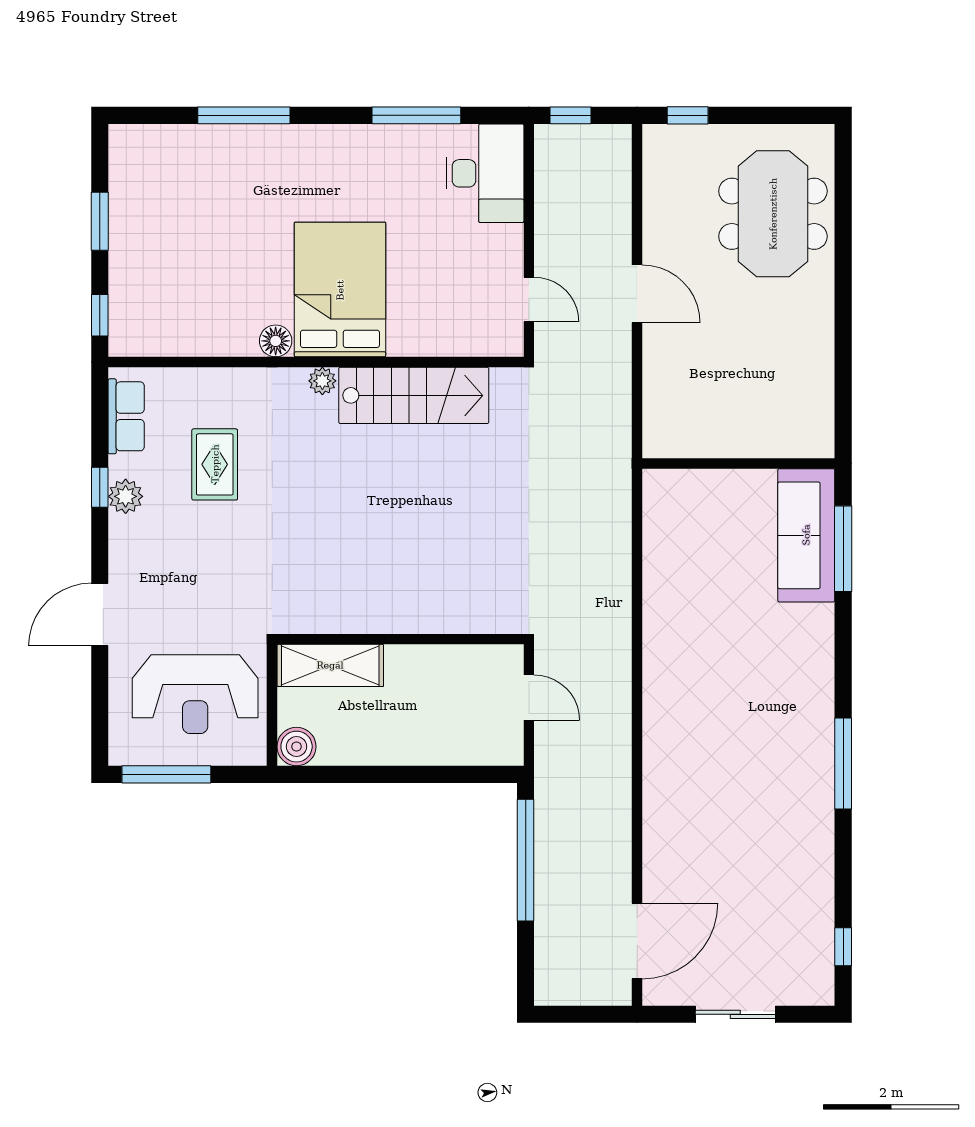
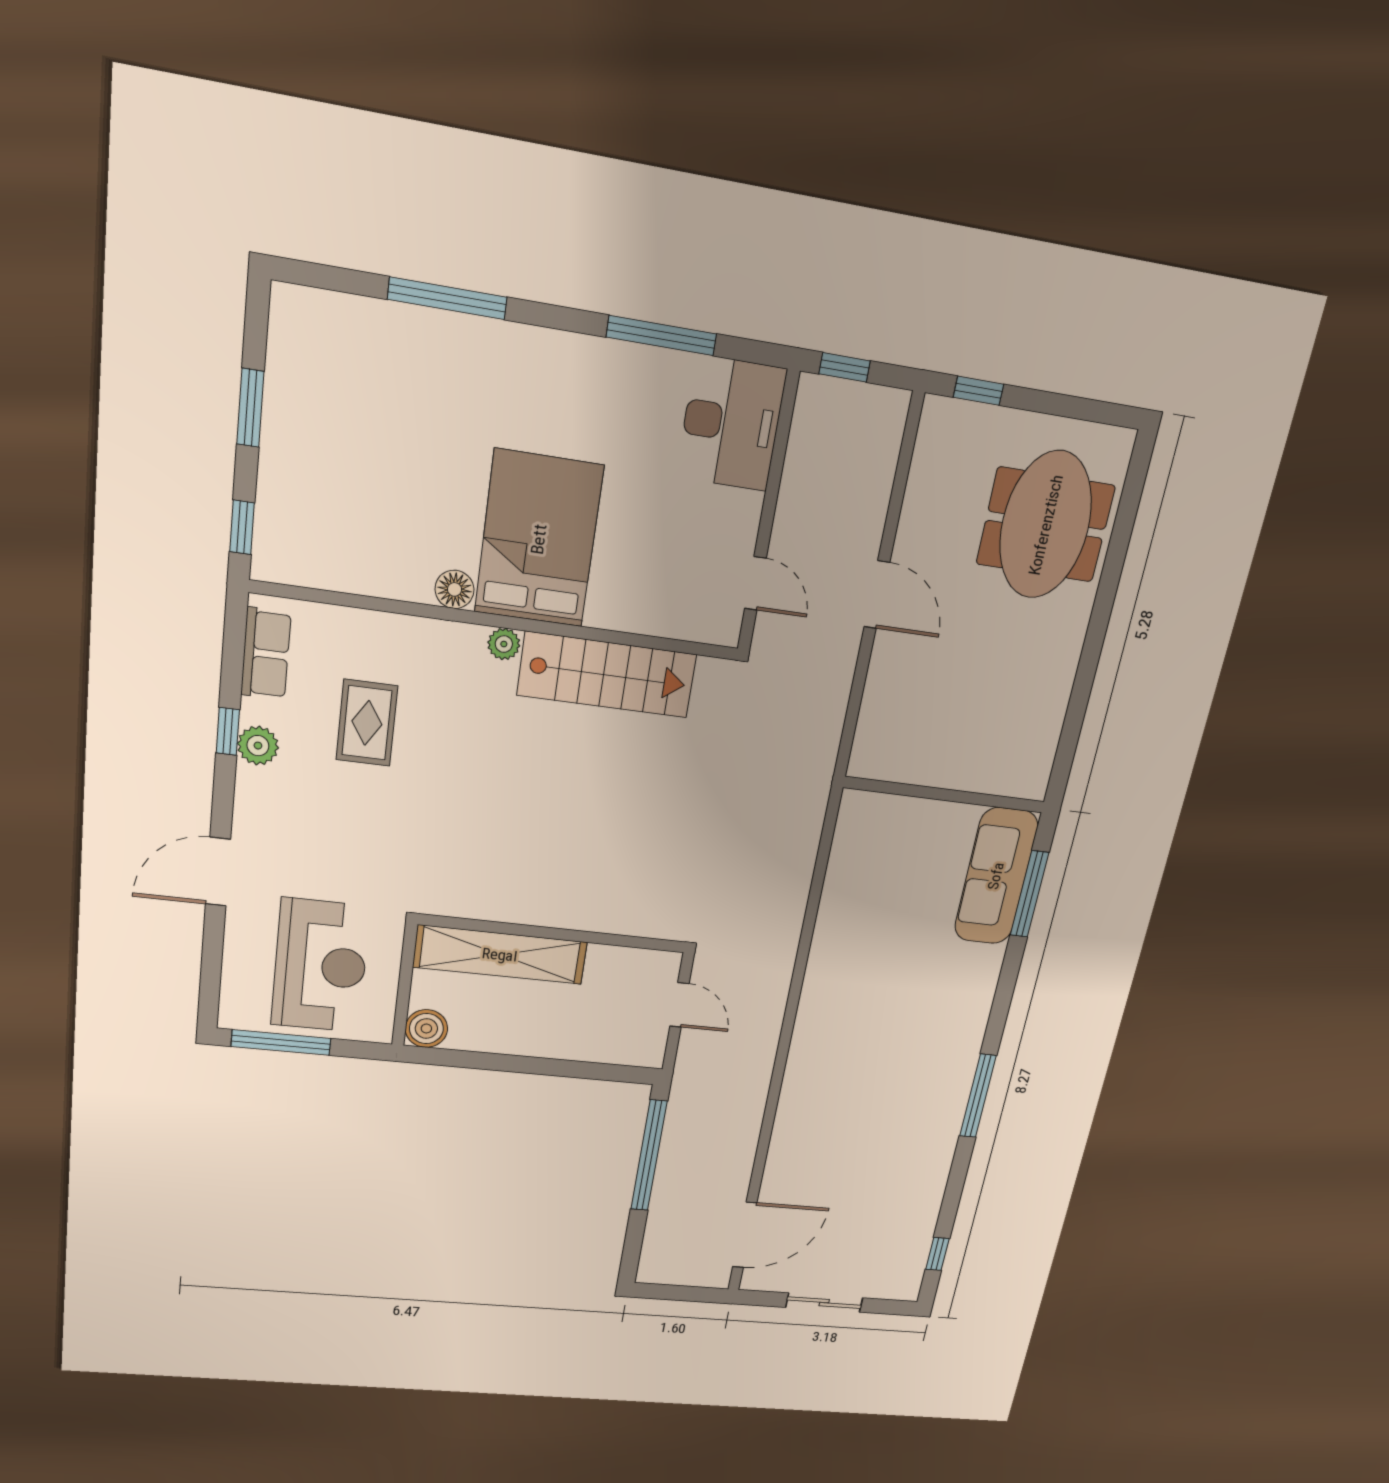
shelving: (330, 665) -> (500, 955), width x1.47
reception desk: (195, 694) -> (320, 966), turned -90

